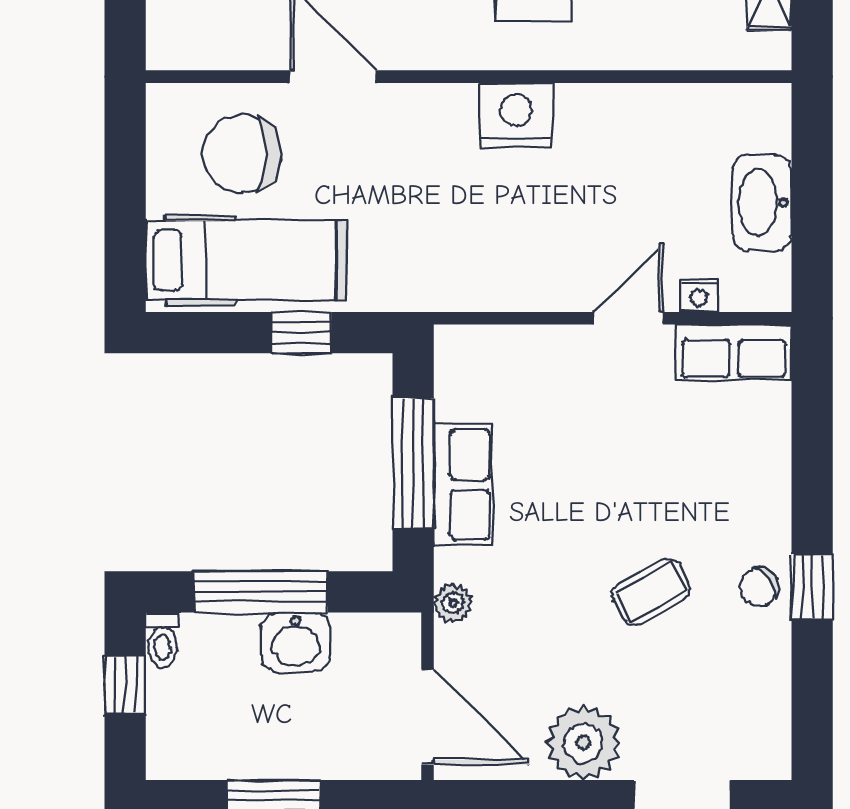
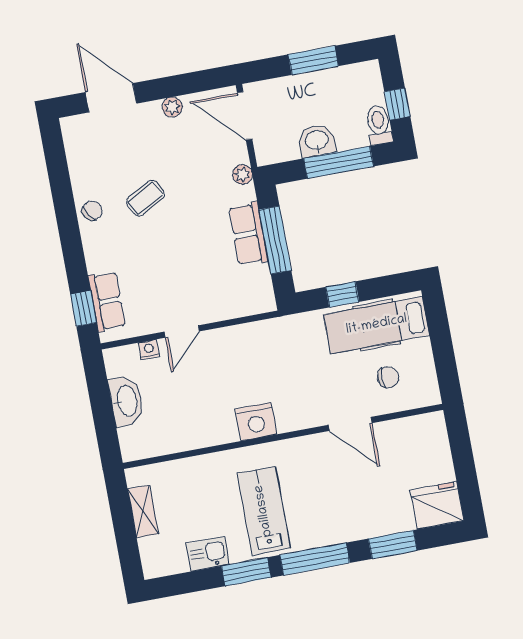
chair: (242, 154) -> (388, 377), width x0.54, depth x0.54
row of seats: (734, 352) -> (107, 301), moved, turned 90
window: (812, 587) -> (84, 309), moved
toilet: (163, 640) -> (379, 125), width x1.37, depth x1.39
plant: (583, 743) -> (172, 107), width x0.53, depth x0.53

